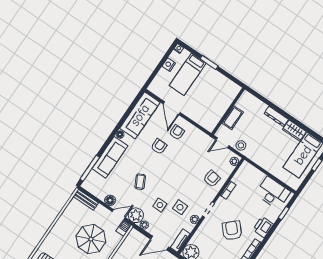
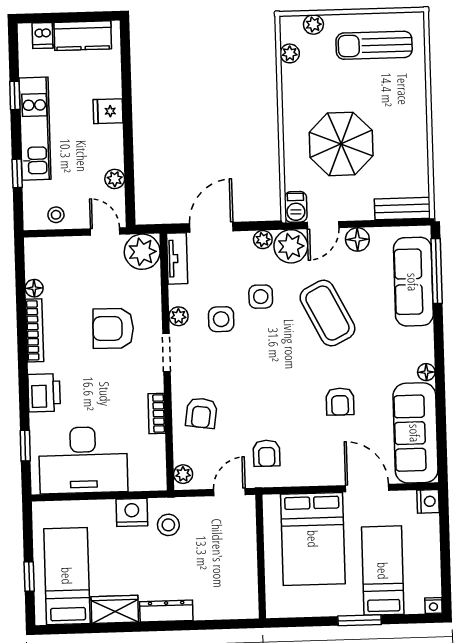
nightstand: (169, 65) -> (428, 501), moved
bed: (205, 104) -> (313, 539), added
cot: (233, 118) -> (244, 551), removed
armchair: (177, 132) -> (267, 453), moved
stool: (241, 145) -> (168, 525), moved
sofa: (110, 157) -> (413, 282), moved
nightstand: (263, 161) -> (132, 512), added
coffee table: (140, 182) -> (327, 313), width x1.86, depth x1.72
desk: (273, 193) -> (83, 460), width x1.36, depth x1.30
armchair: (232, 230) -> (113, 328), moved, turned 134

